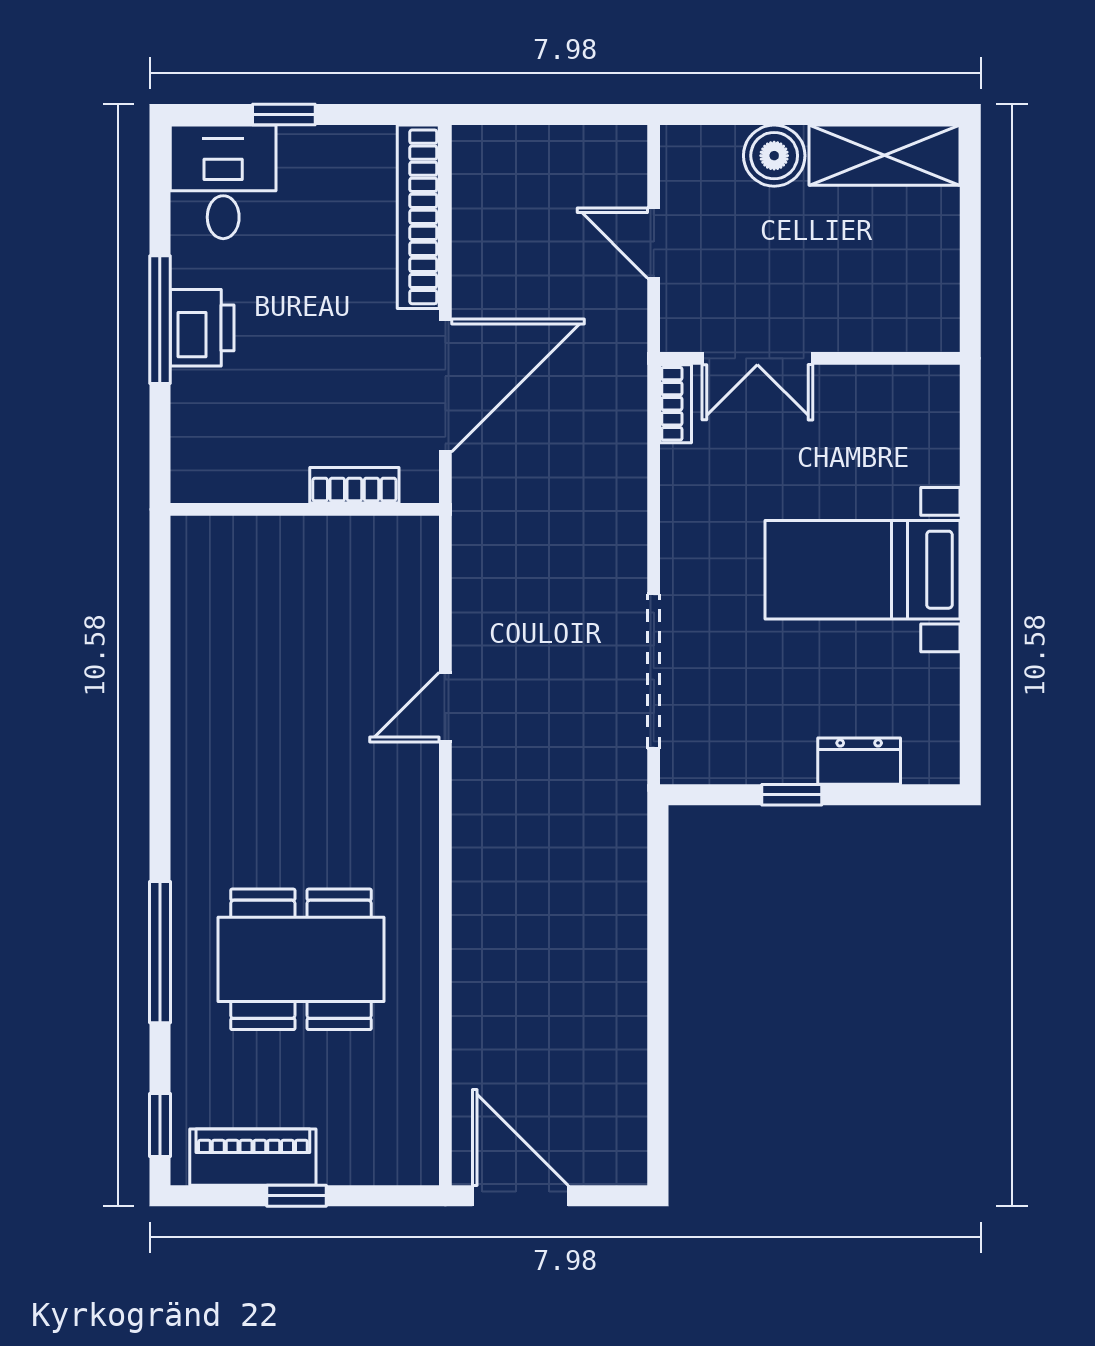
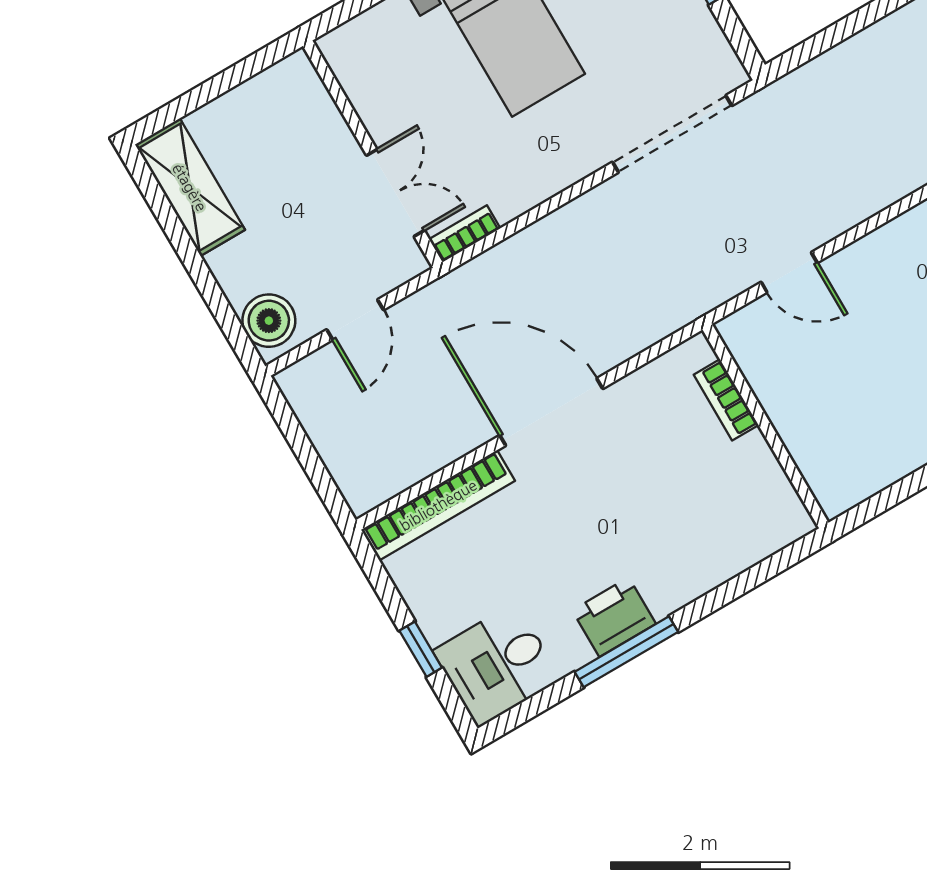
boiler: (774, 156) -> (269, 321), moved
bookcase: (354, 485) -> (726, 400), moved
wall: (305, 509) -> (765, 426), moved

